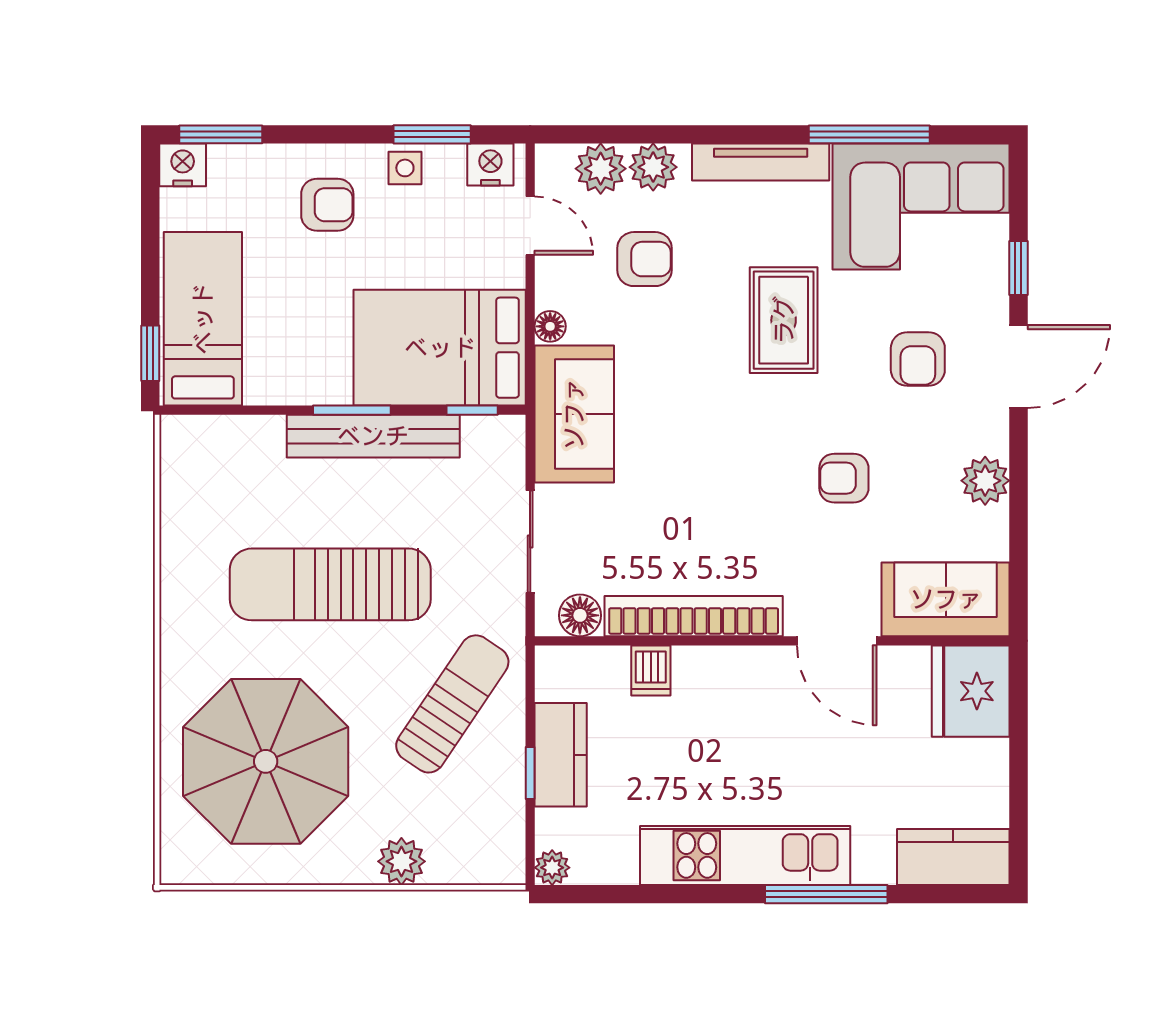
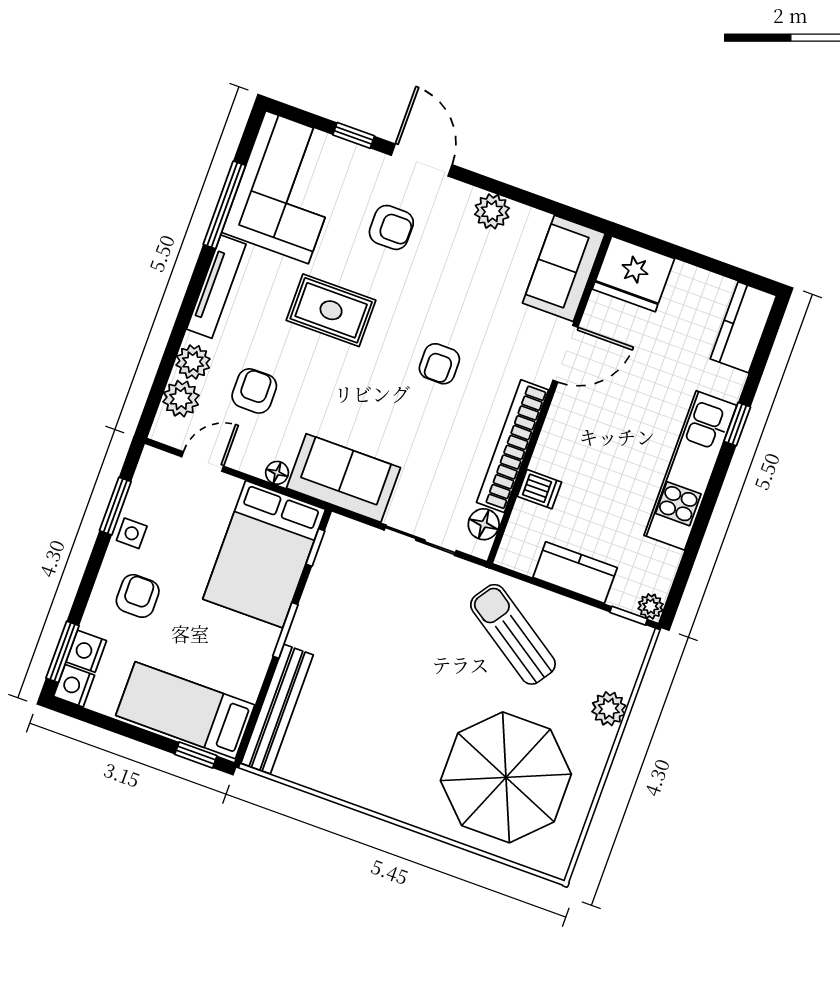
nightstand: (490, 165) -> (86, 651), moved
bench: (373, 436) -> (277, 709), moved
armchair: (844, 478) -> (439, 364), moved
sun lounger: (330, 584) -> (400, 689), removed
window: (530, 773) -> (629, 616), moved
window: (826, 894) -> (737, 424), width x0.46

